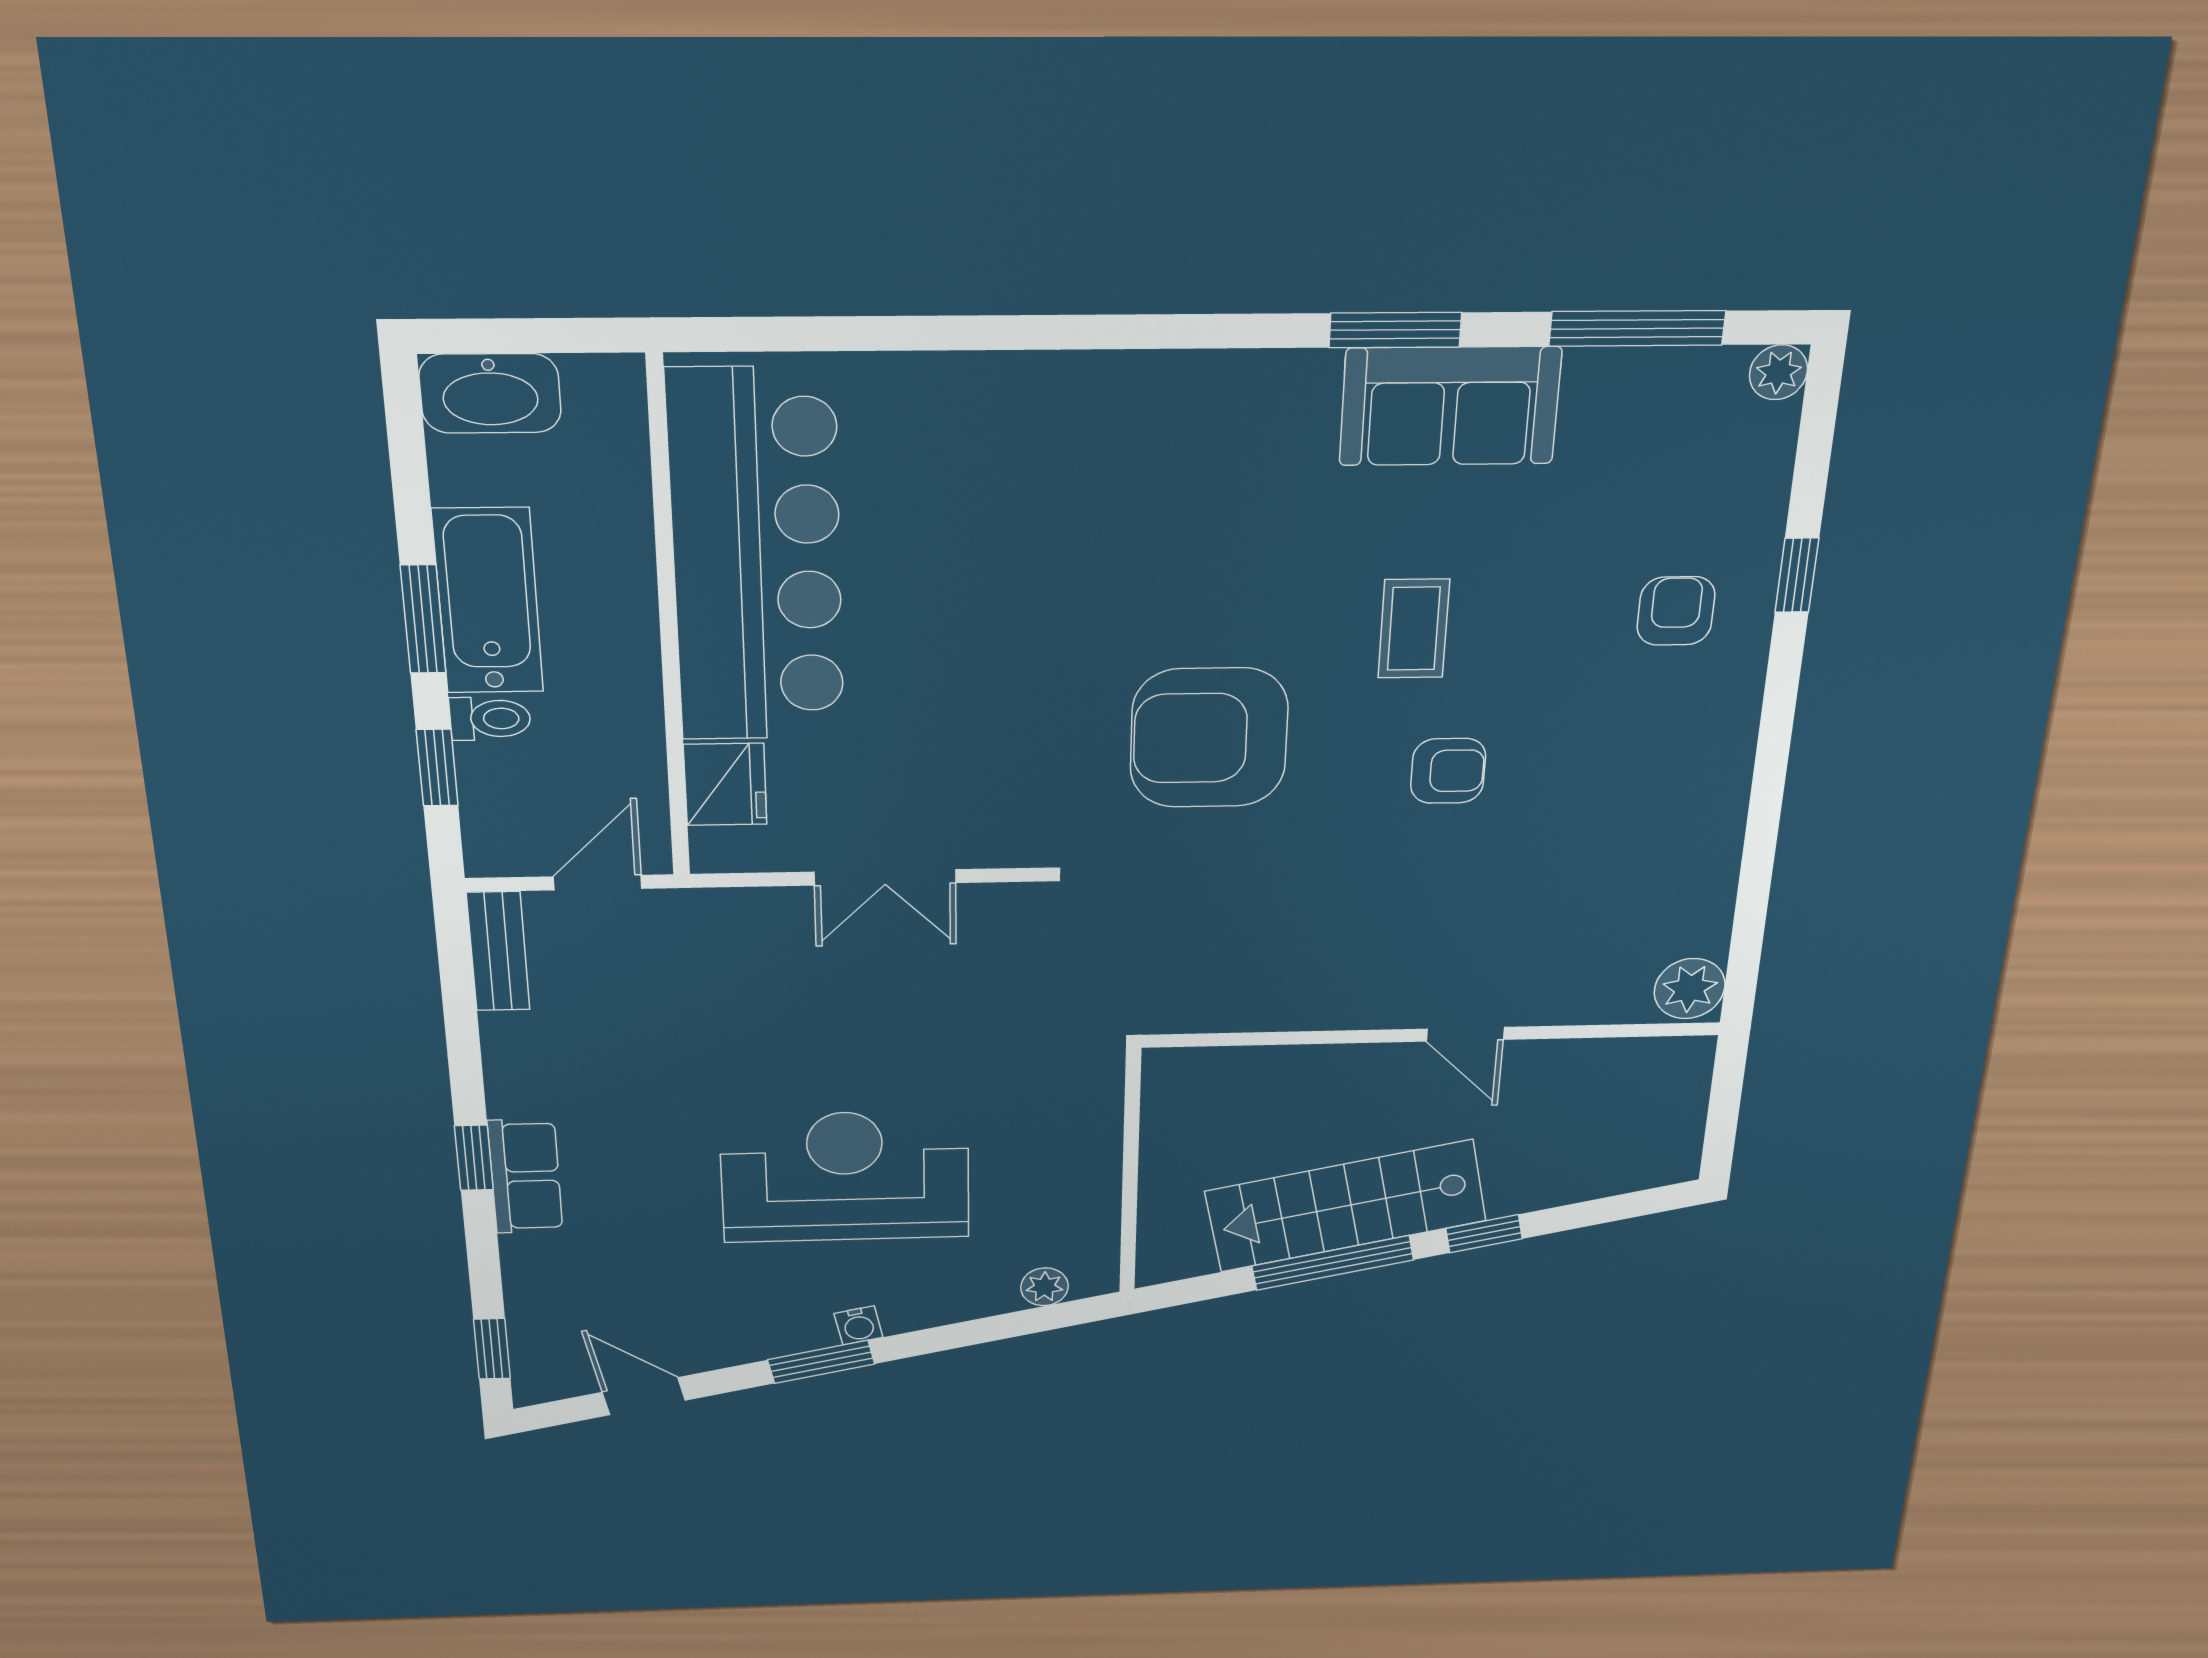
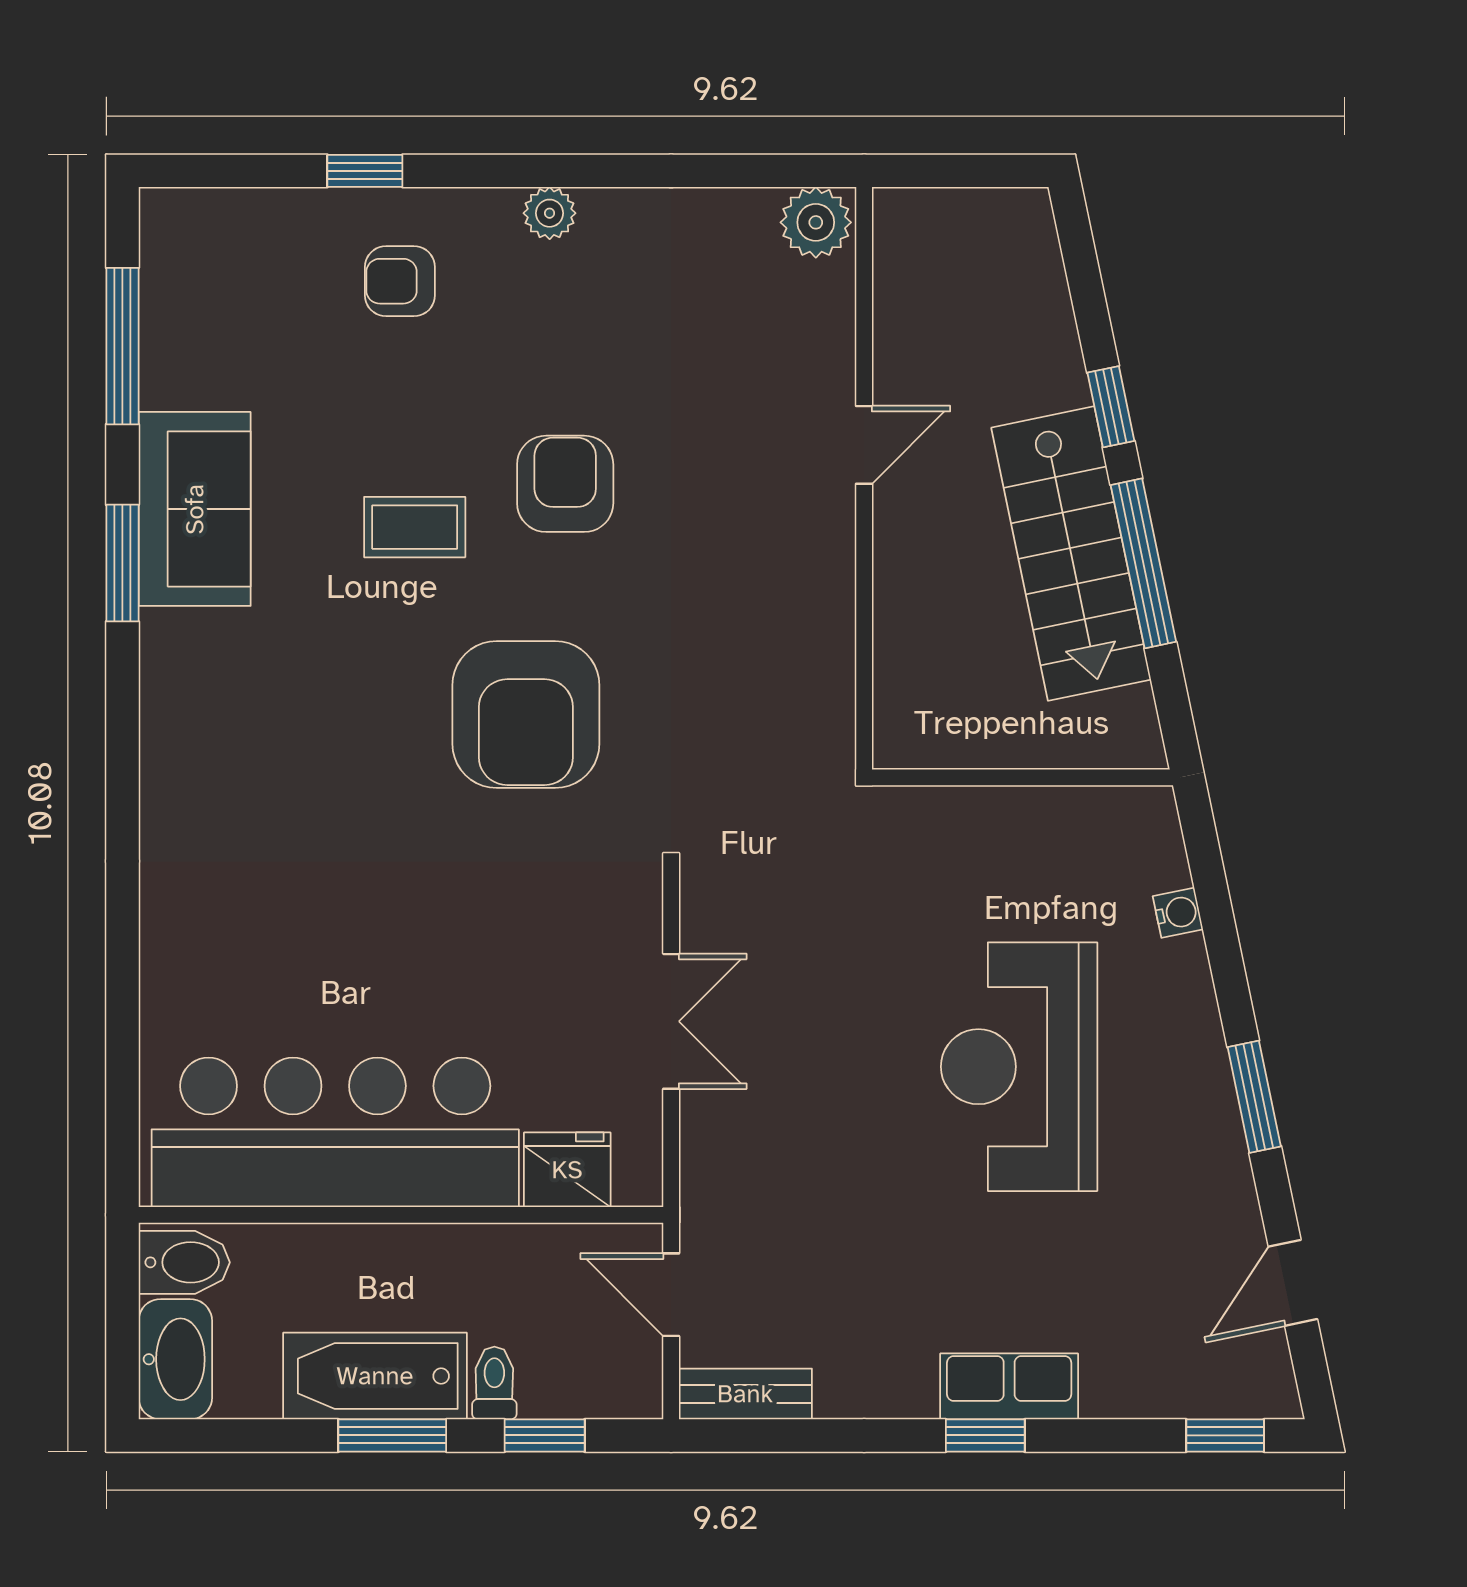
plant: (1778, 372) -> (550, 213), moved
bidet: (602, 402) -> (184, 1262), added
armchair: (1448, 771) -> (565, 484), width x1.38, depth x1.38
plant: (1045, 1287) -> (1164, 863), removed
water cooler: (858, 1325) -> (1178, 913), moved

